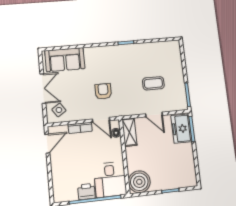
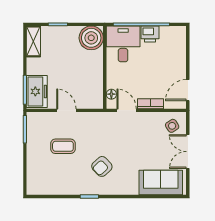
armchair: (103, 91) -> (102, 166), moved, turned 47
shelving: (129, 132) -> (33, 41), moved

